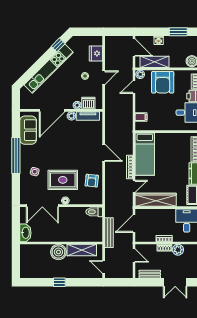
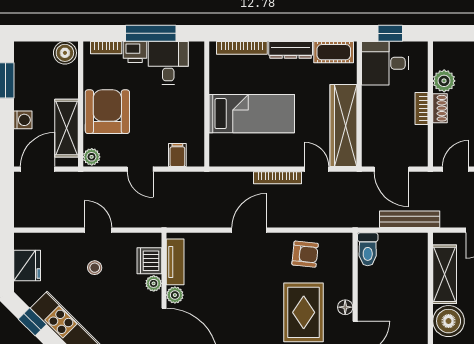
fridge: (96, 53) -> (27, 266), moved, turned -90
armchair: (163, 82) -> (107, 112), turned -90
door: (134, 87) -> (140, 169), moved
bed: (145, 154) -> (252, 114), moved

